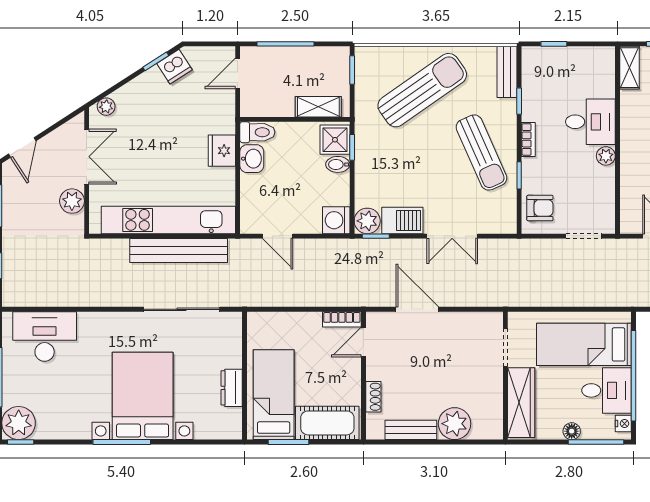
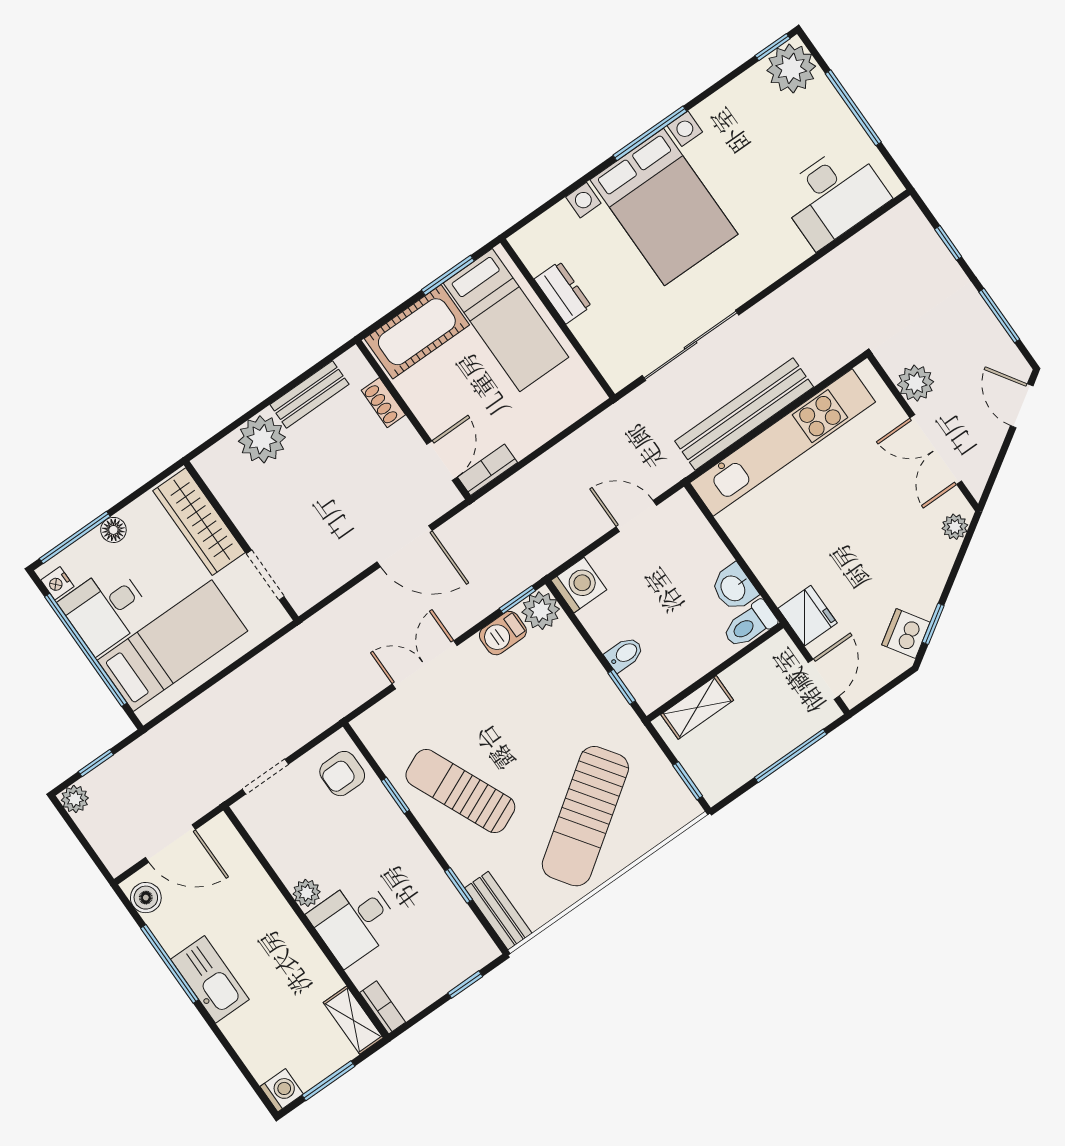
bookcase: (528, 139) -> (383, 1007), moved, turned 180
shower: (335, 140) -> (649, 682), removed
fridge: (222, 151) -> (808, 616), moved
barbecue: (402, 220) -> (503, 633), width x0.73, depth x0.79

